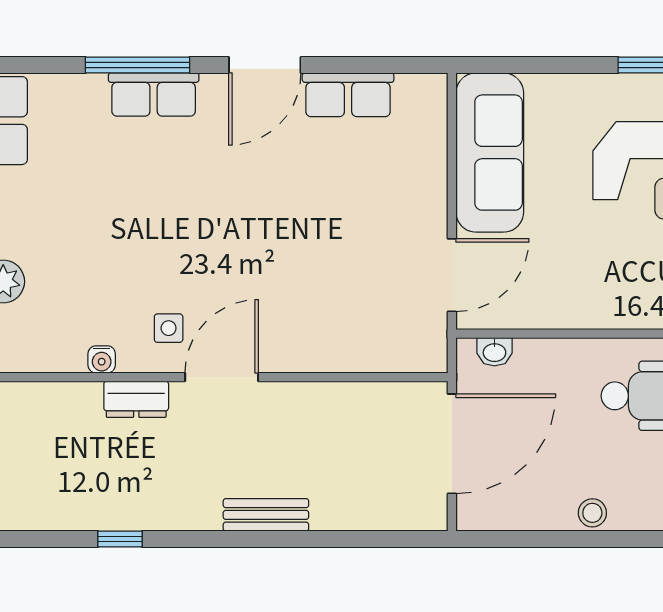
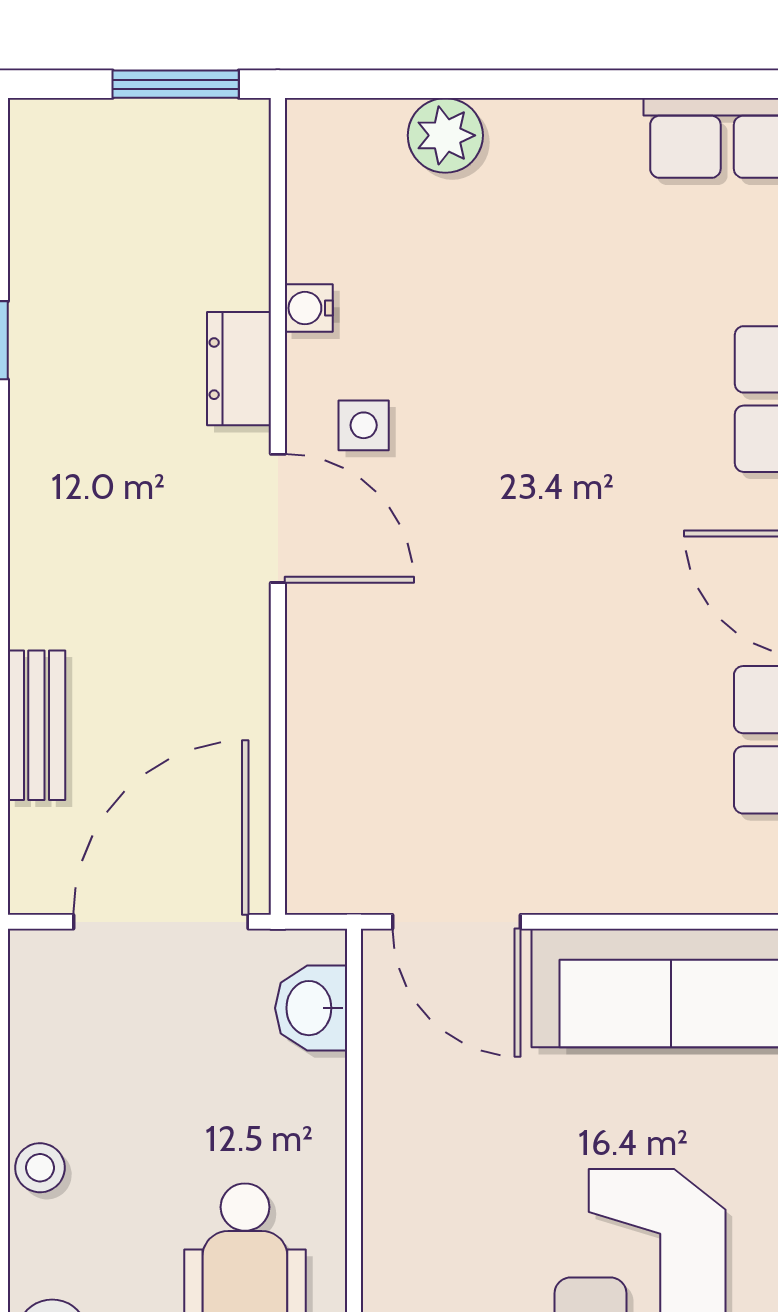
washbasin: (494, 352) -> (311, 1008), width x1.38, depth x1.45
door: (452, 444) -> (161, 922), swing flipped
bench: (266, 515) -> (36, 725), moved

